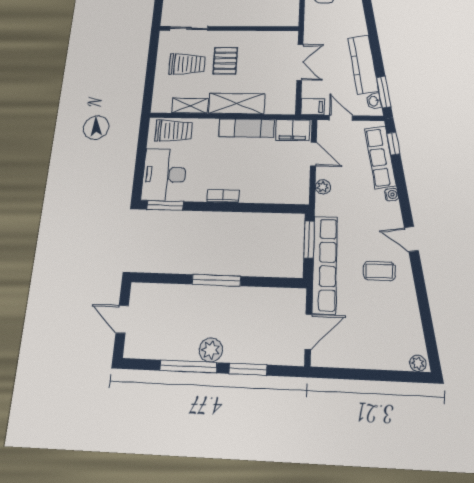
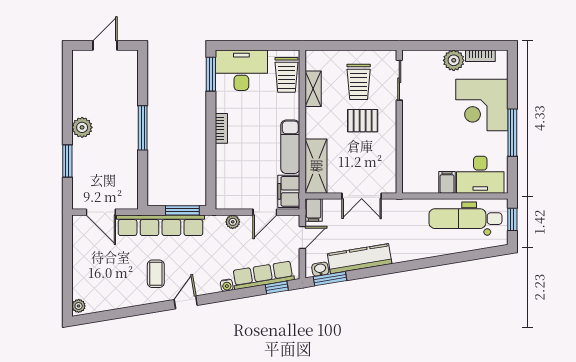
shelving: (237, 104) -> (316, 166), moved
window: (188, 366) -> (67, 109), removed

